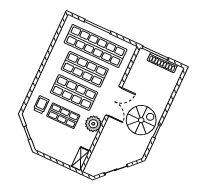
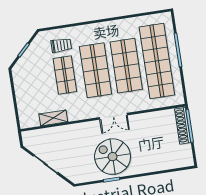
shoe rack: (162, 63) -> (183, 126), moved
double door: (114, 101) -> (113, 116), width x0.73
spiral stairs: (141, 120) -> (113, 157), turned 180
plant: (93, 124) -> (77, 111), removed
shelving: (80, 159) -> (53, 118), moved

